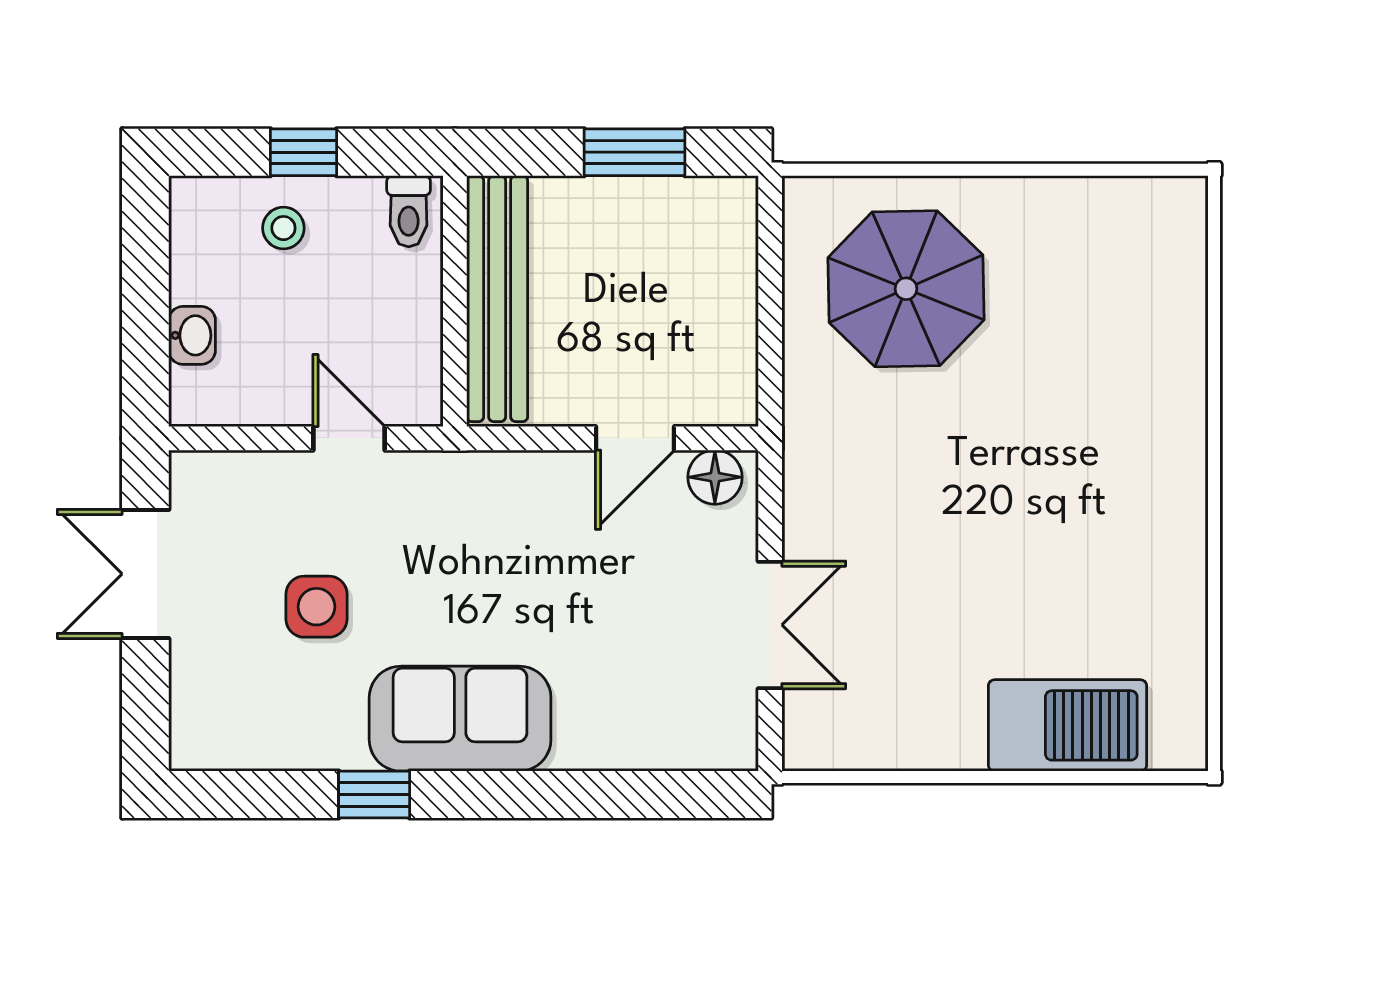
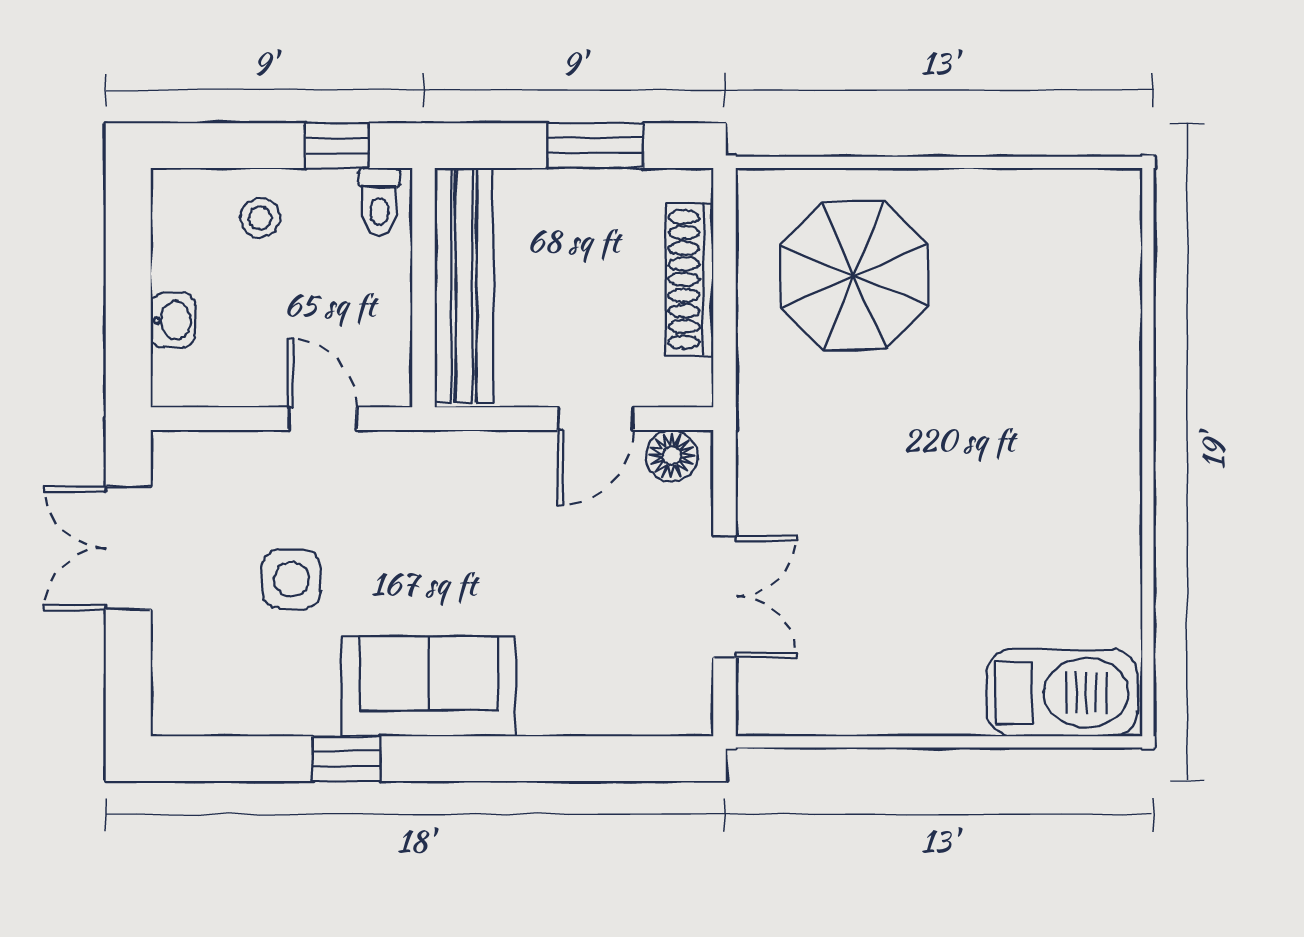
window: (303, 152) -> (337, 146), moved
shoe rack: (734, 293) -> (690, 280), added
barbecue: (1068, 725) -> (1062, 693), moved

